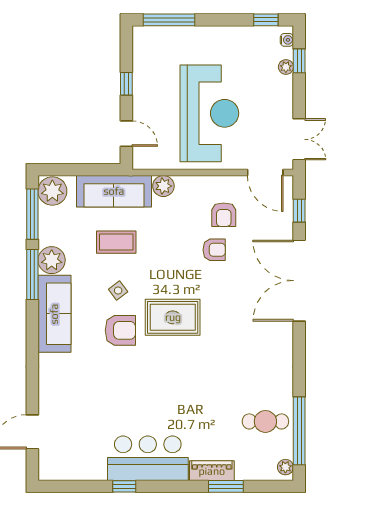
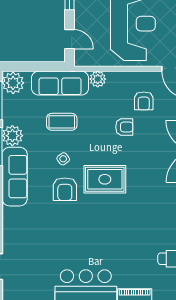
armchair: (214, 250) -> (124, 127), moved
armchair: (120, 330) -> (65, 189), turned 90

